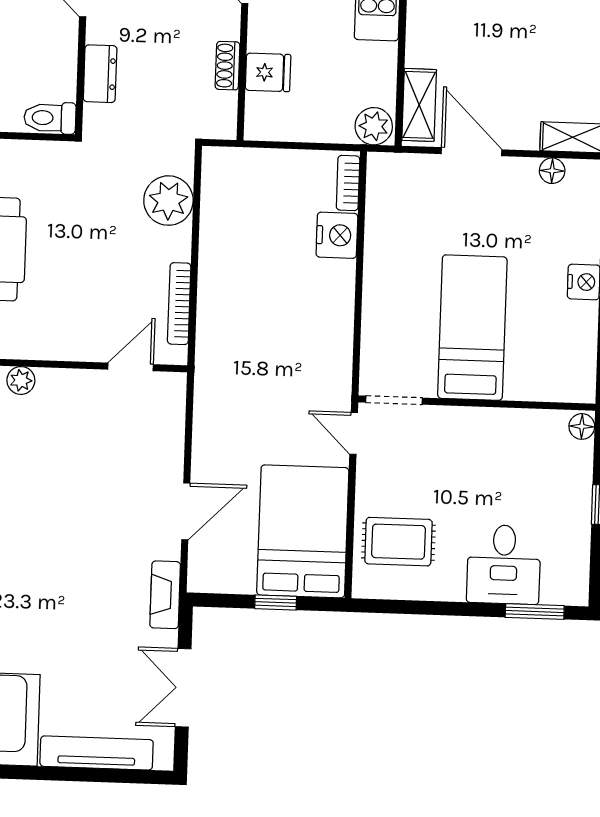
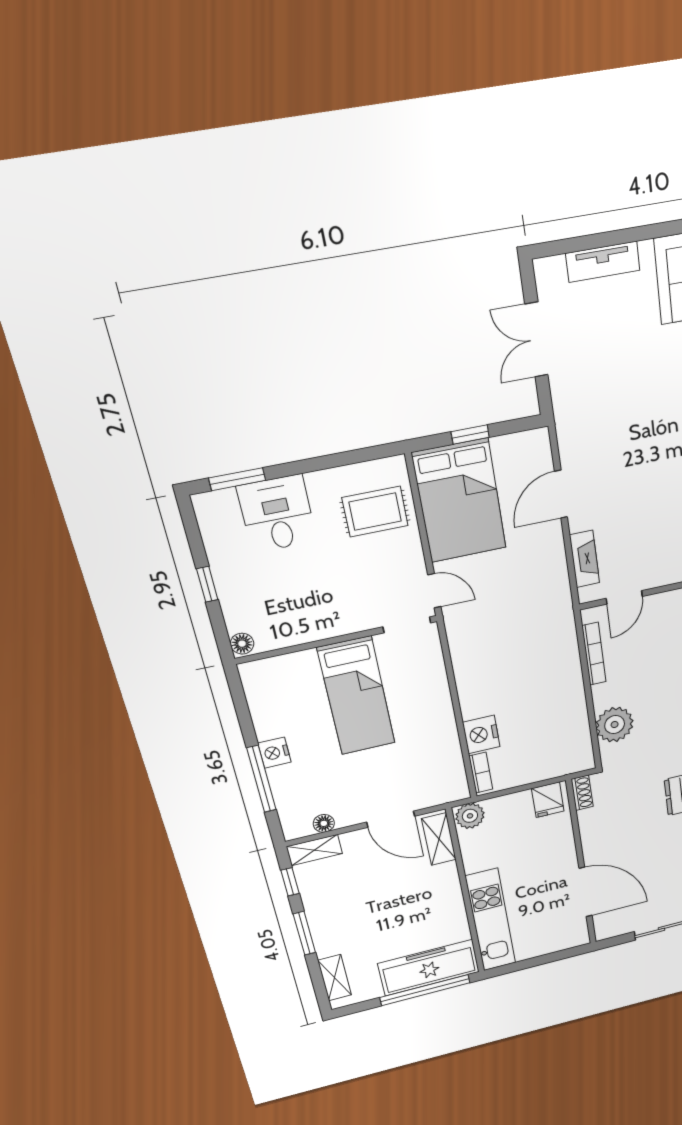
shoe rack: (228, 66) -> (582, 793), moved
fridge: (268, 72) -> (548, 800), moved, turned -90
fireplace: (165, 595) -> (585, 559), moved
double door: (183, 688) -> (537, 340), swing flipped
tv unit: (97, 753) -> (603, 262), width x0.71

